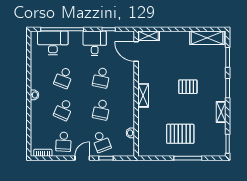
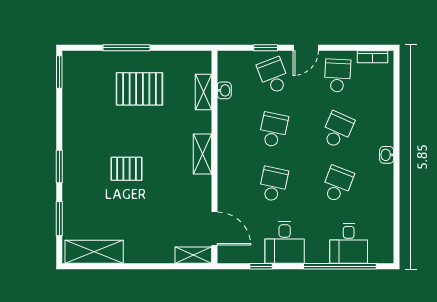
desk: (53, 43) -> (349, 243), width x0.73
shelving: (221, 112) -> (203, 92), moved

